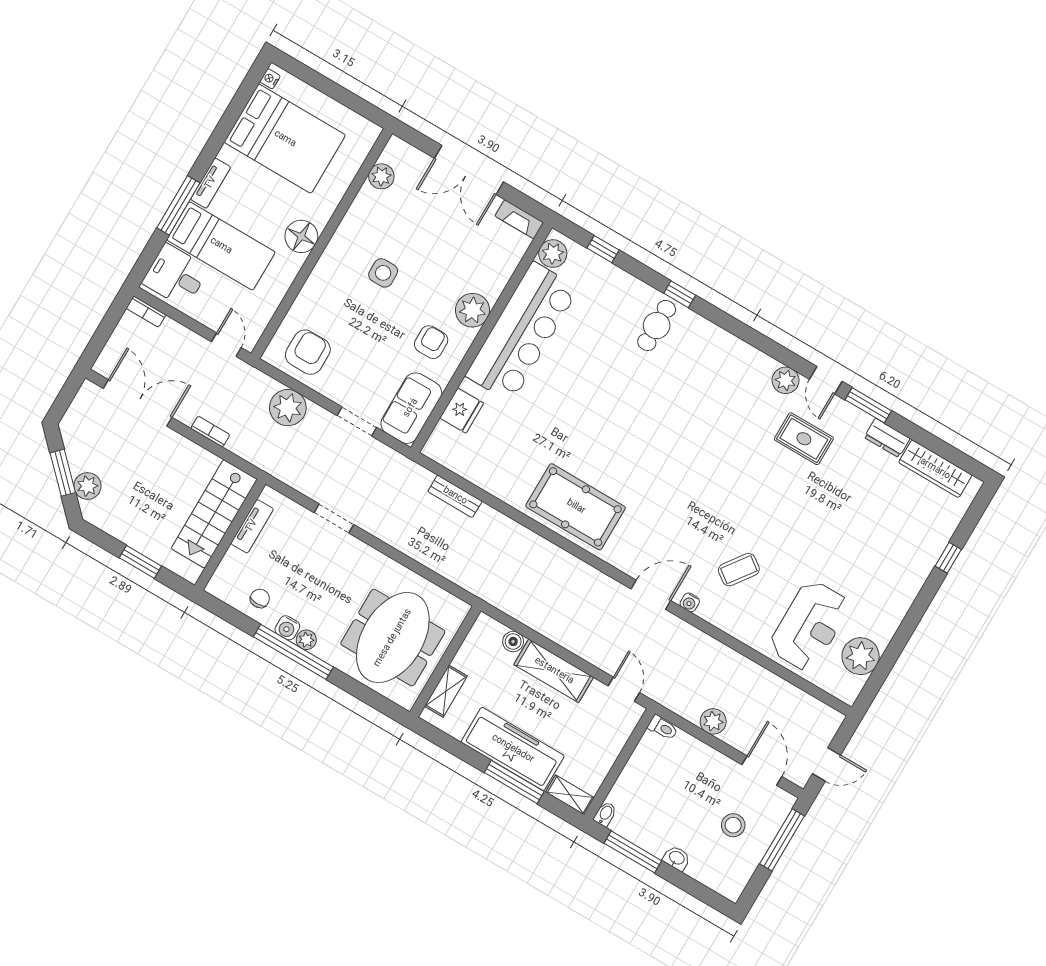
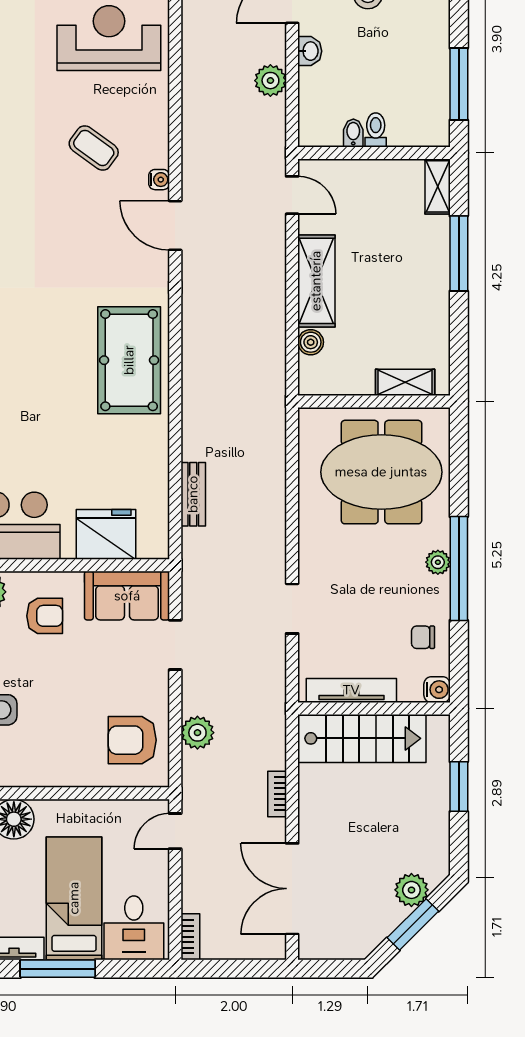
armchair: (431, 342) -> (45, 616), turned 180
plant: (288, 408) -> (197, 733), width x0.73, depth x0.73
fridge: (462, 411) -> (106, 534), width x1.36, depth x1.34
tv unit: (252, 526) -> (351, 690), width x1.41
water cooler: (287, 628) -> (437, 690), moved
door: (624, 689) -> (292, 195), swing flipped
toilet: (663, 728) -> (376, 130), moved
freezer: (513, 749) -> (425, 276), removed
bidet: (605, 814) -> (353, 133), moved, turned 90
washbasin: (677, 858) -> (310, 51), moved, turned 180

